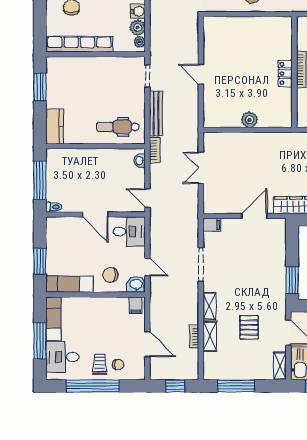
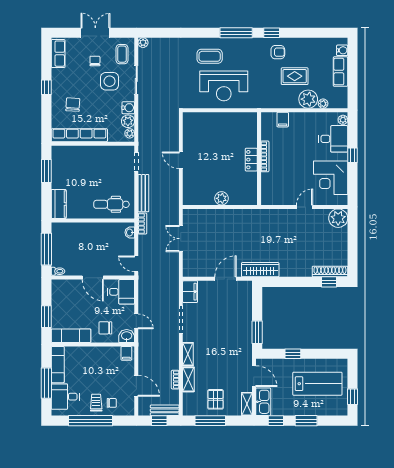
filing cabinet: (212, 225) -> (190, 292), width x2.00
pallet: (249, 327) -> (215, 399), moved
bench: (181, 373) -> (165, 410), added

